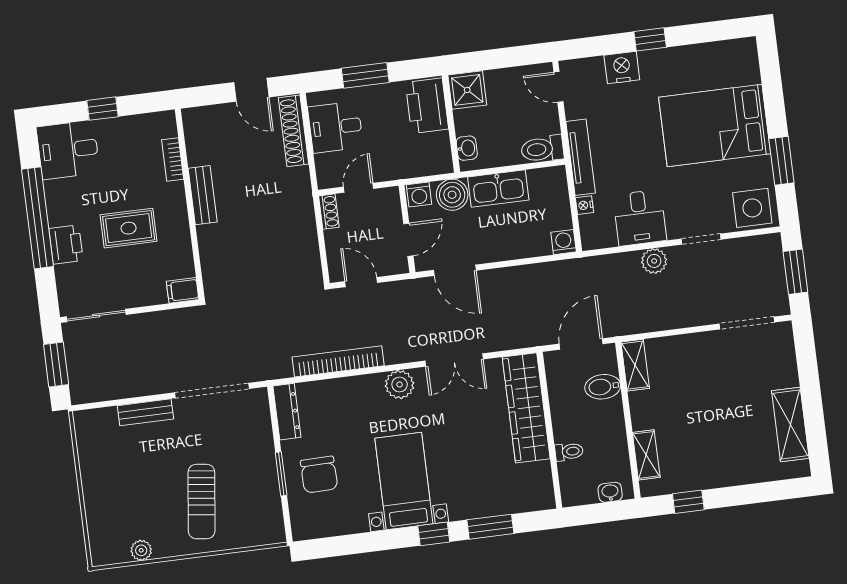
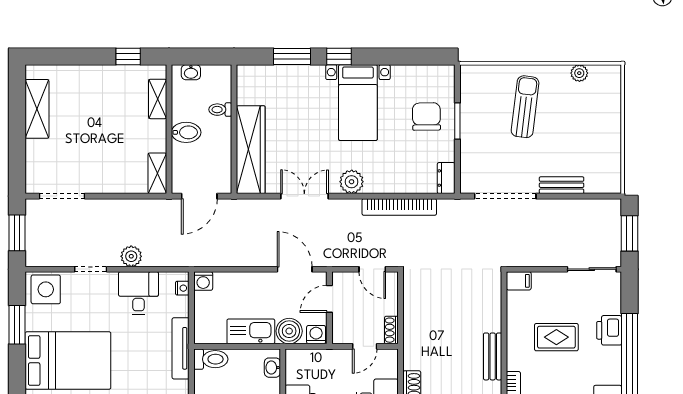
nightstand: (584, 205) -> (182, 288), moved
bidet: (603, 387) -> (186, 132), moved
dresser: (287, 412) -> (446, 178), width x0.70

